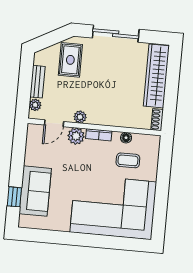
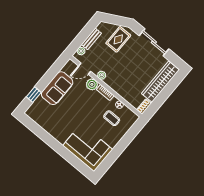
sofa: (35, 191) -> (57, 88), moved
corner sofa: (113, 207) -> (88, 148), width x0.73, depth x0.74

